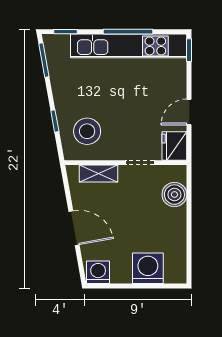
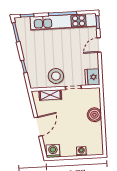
door: (189, 112) -> (99, 45), moved
stool: (87, 131) -> (56, 76), moved
boiler: (174, 195) -> (94, 115), moved
door: (74, 228) -> (38, 127), hinge flipped
washing machine: (148, 268) -> (81, 151), width x0.53, depth x0.53

